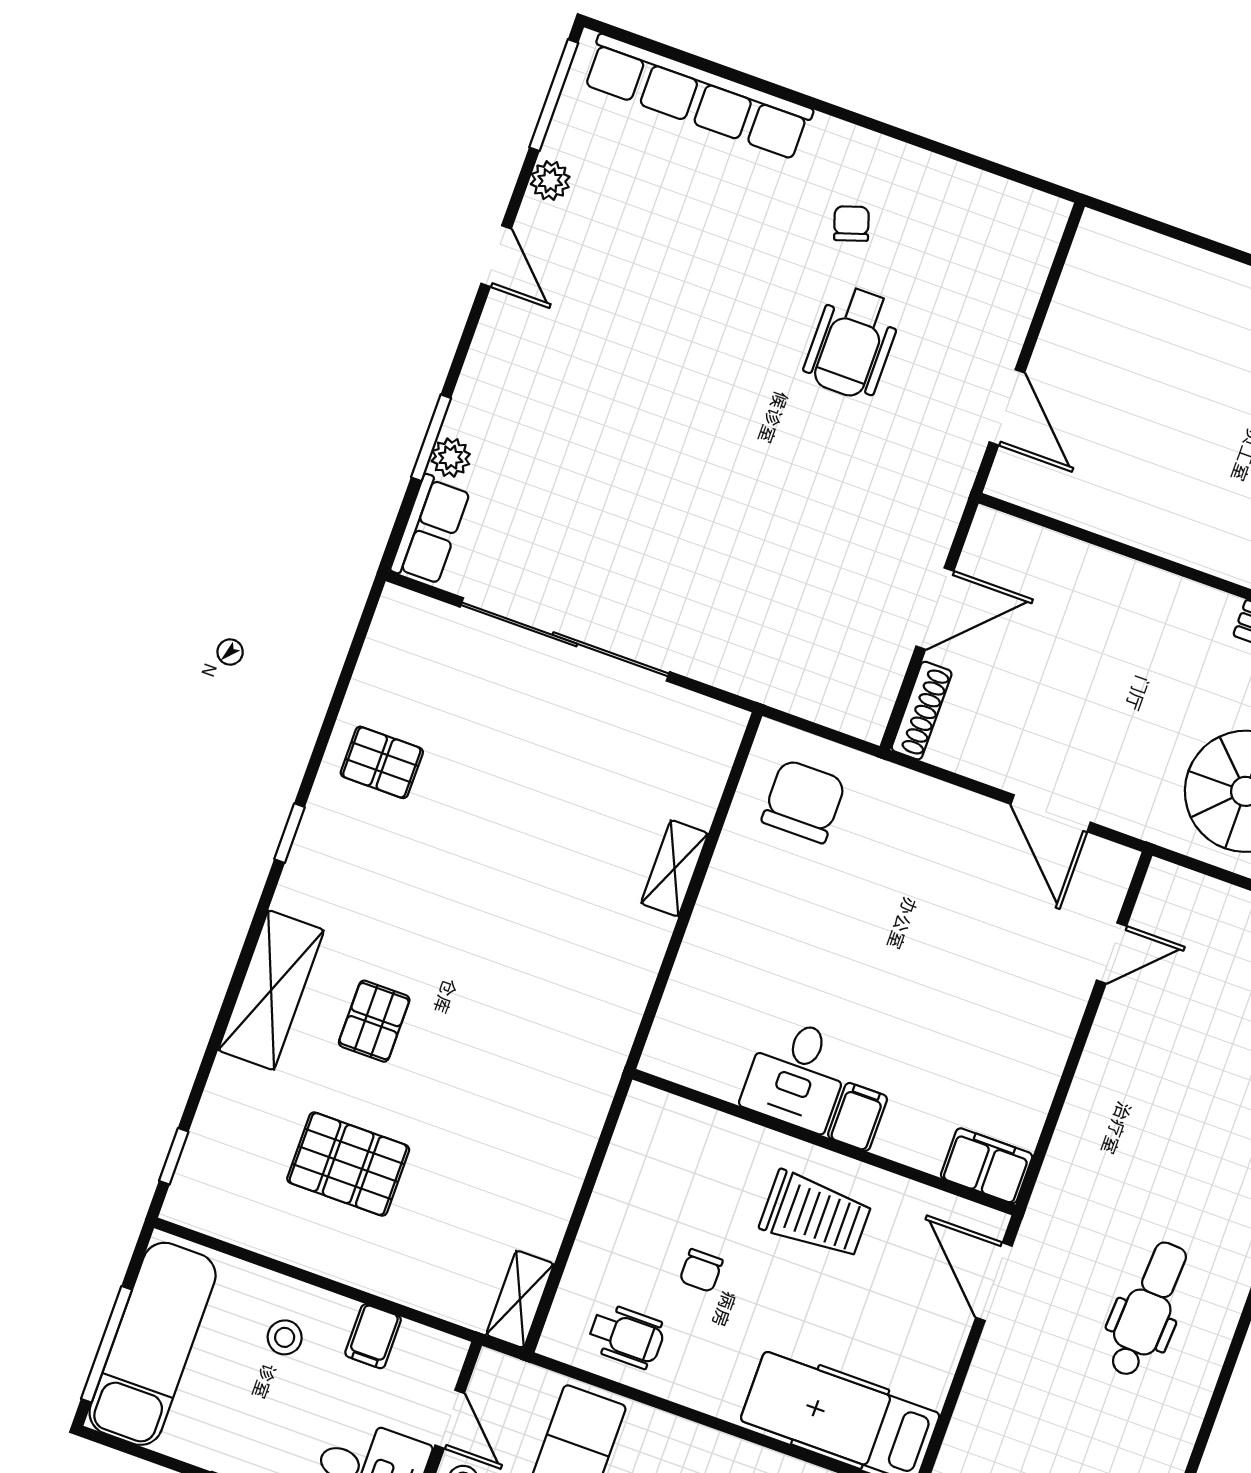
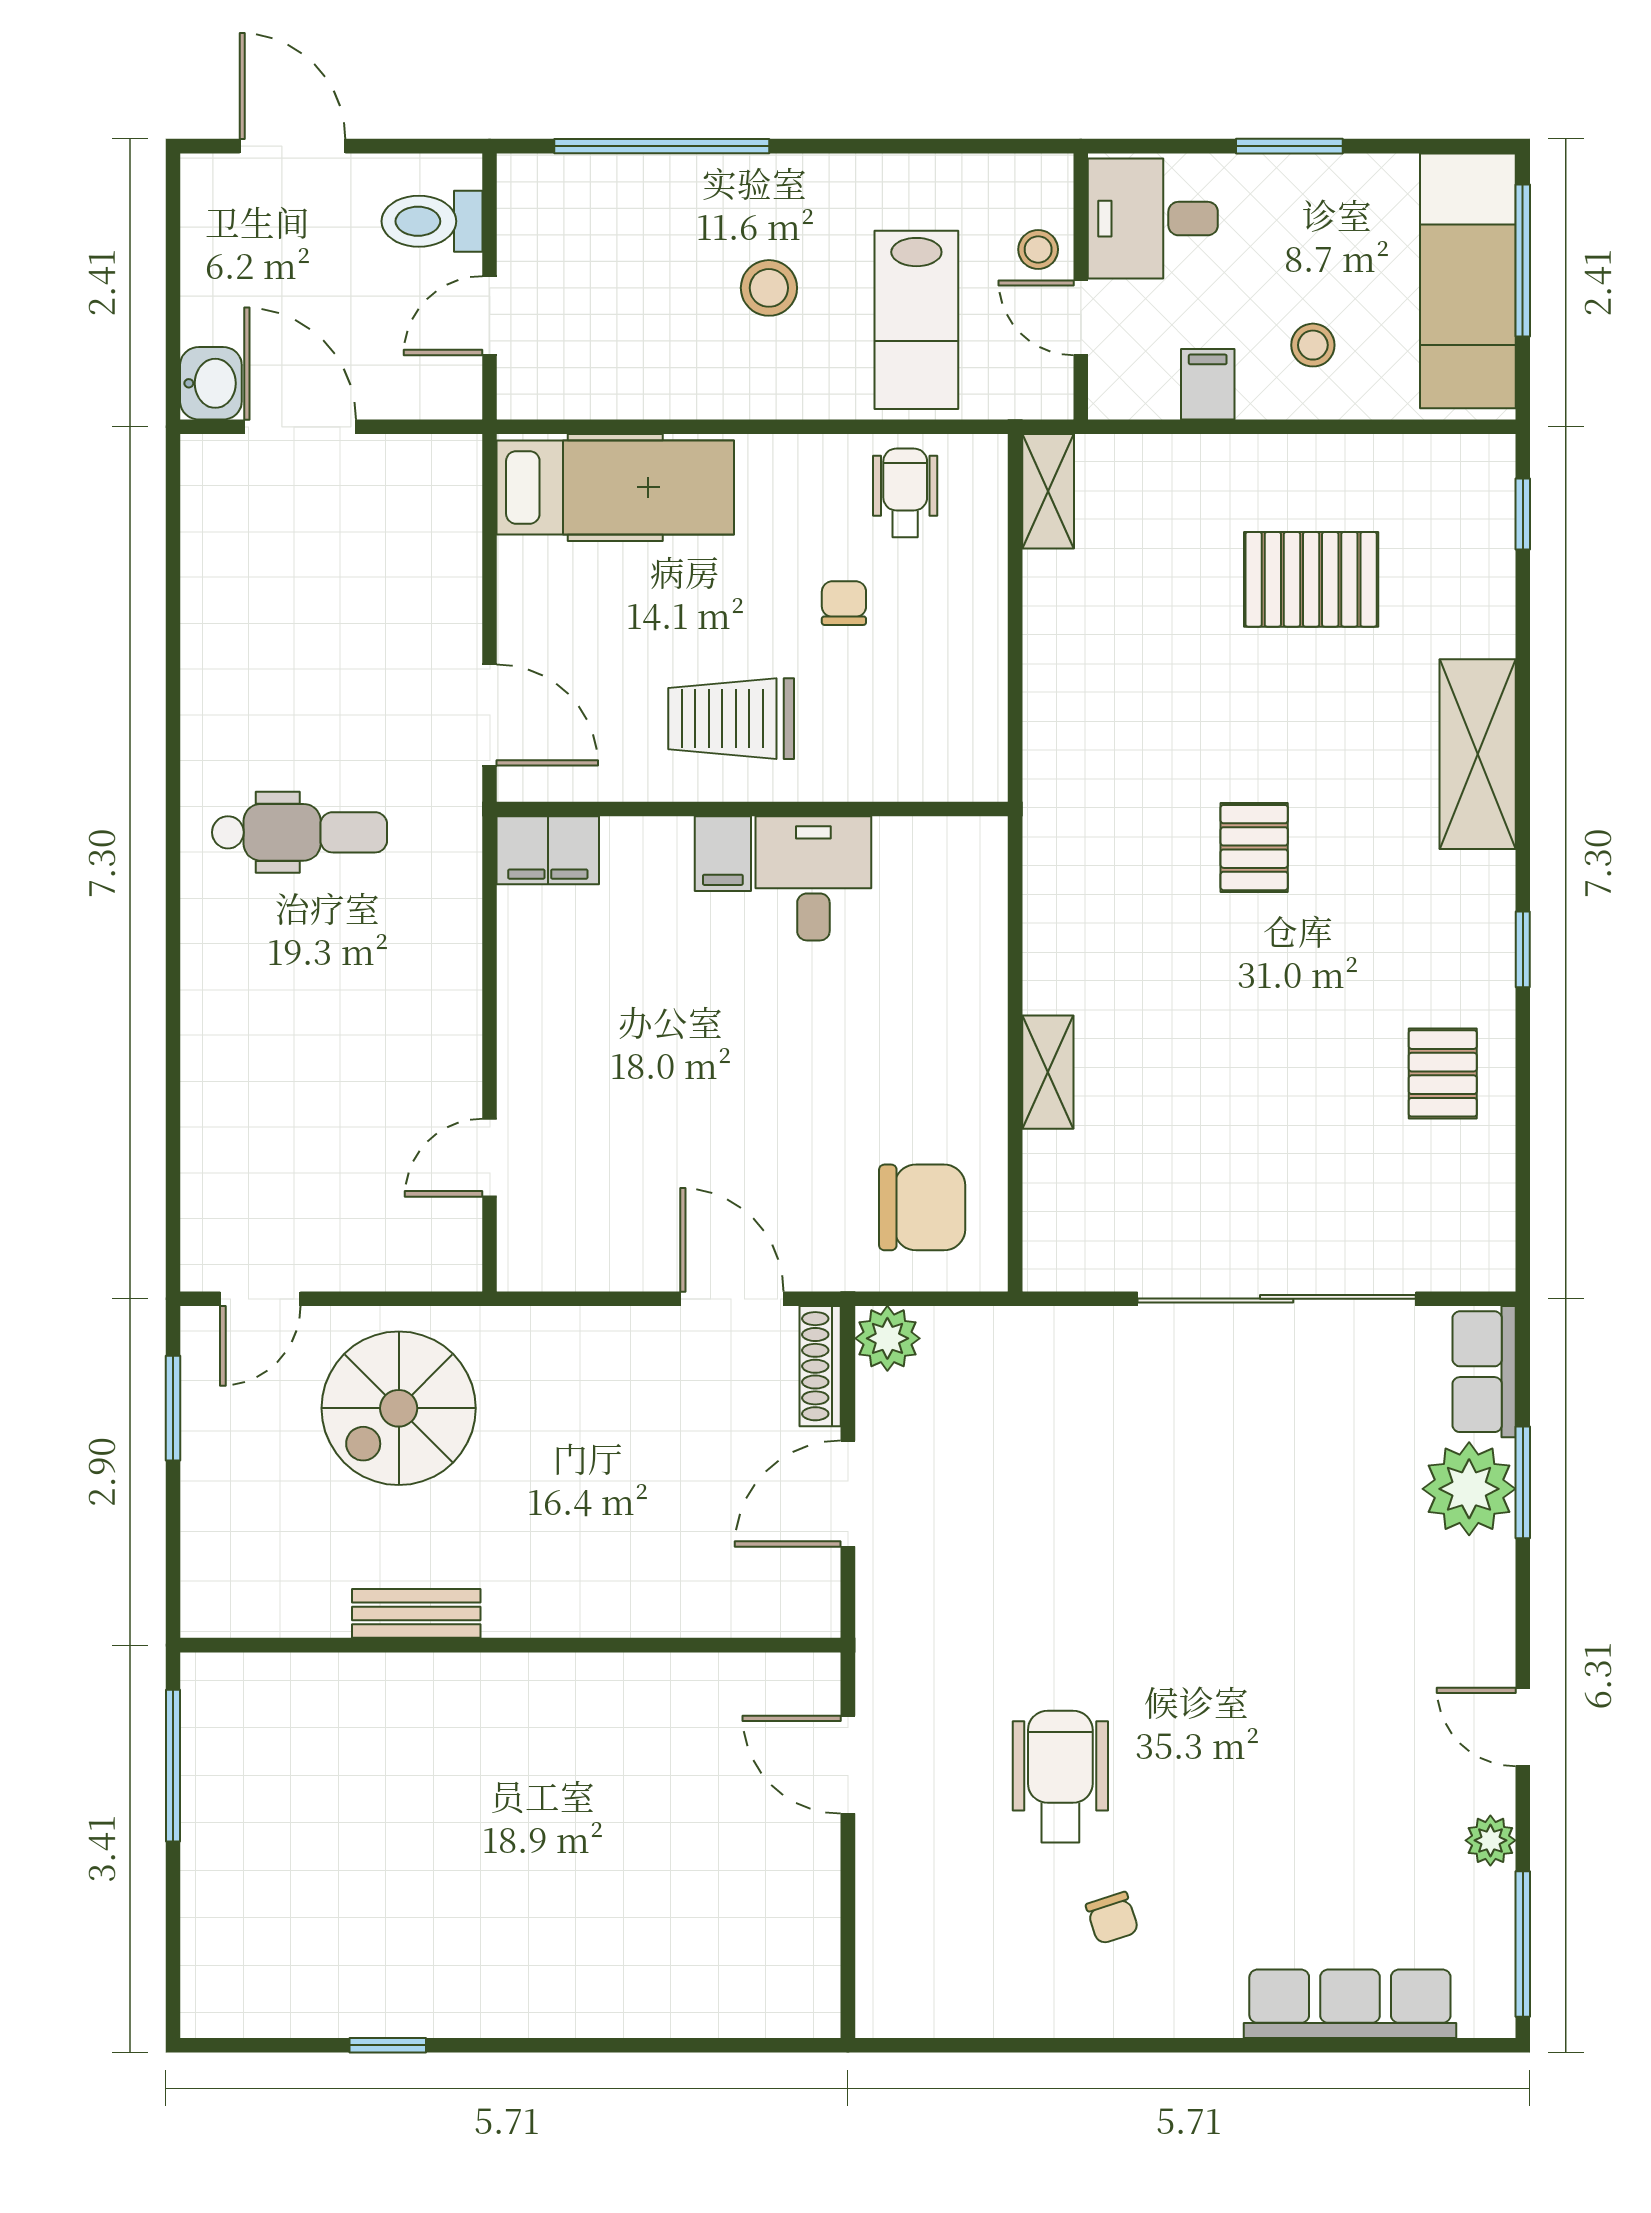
row of seats: (698, 97) -> (1350, 2004), width x0.73
plant: (451, 458) -> (1469, 1489), width x1.87, depth x1.87
plant: (864, 713) -> (887, 1338), added
pallet: (382, 762) -> (1443, 1073), turned 90
chair: (804, 801) -> (922, 1207), turned -90
door: (1051, 813) -> (732, 1299), moved
pallet: (374, 1021) -> (1254, 848), moved
dental chair: (1148, 1309) -> (300, 832), moved, turned -93
wheelchair: (626, 1336) -> (905, 493), turned 90

